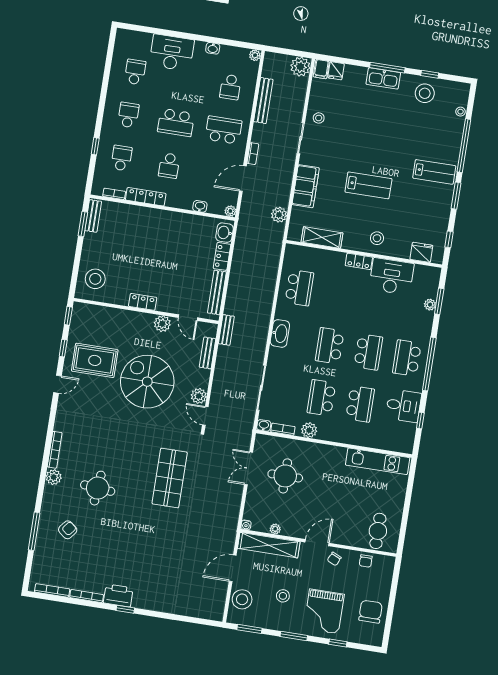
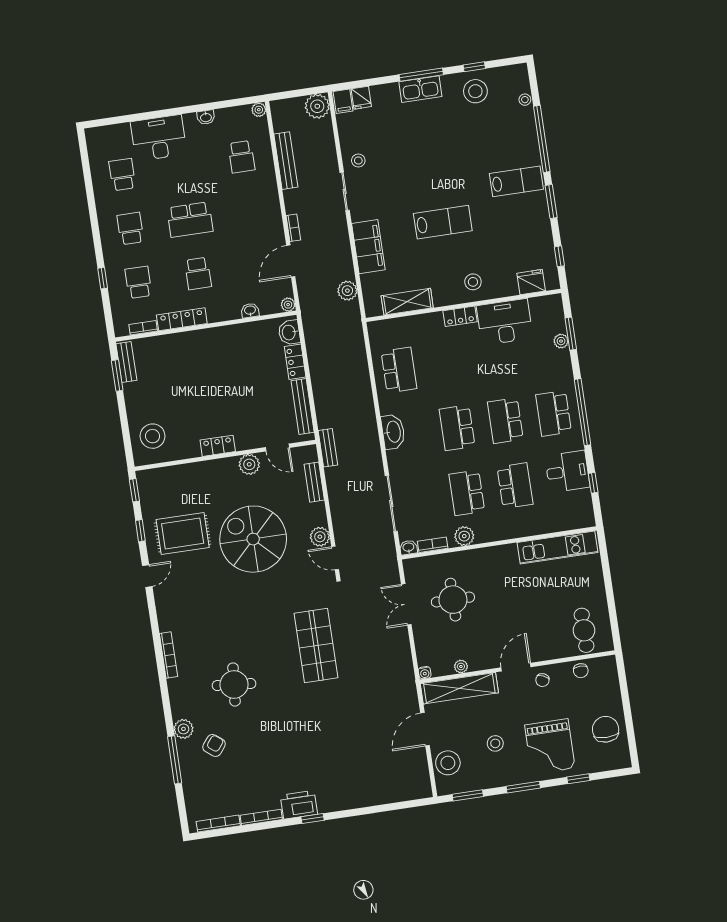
school desk: (224, 130) -> (250, 211), removed
school desk: (368, 352) -> (505, 421), turned 180
plant: (54, 477) -> (183, 729), moved

